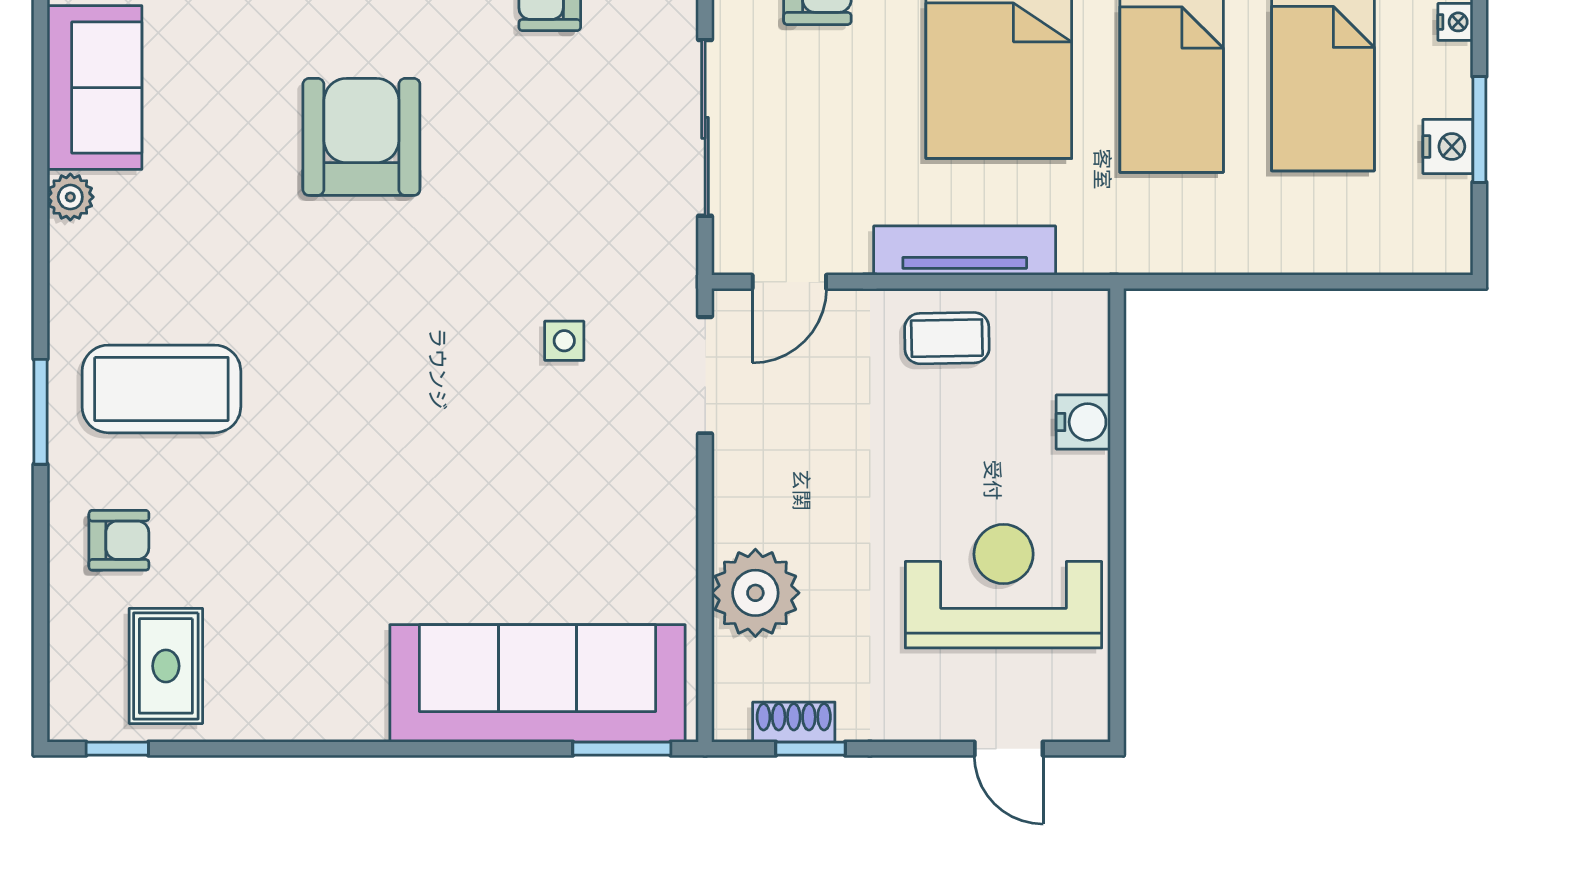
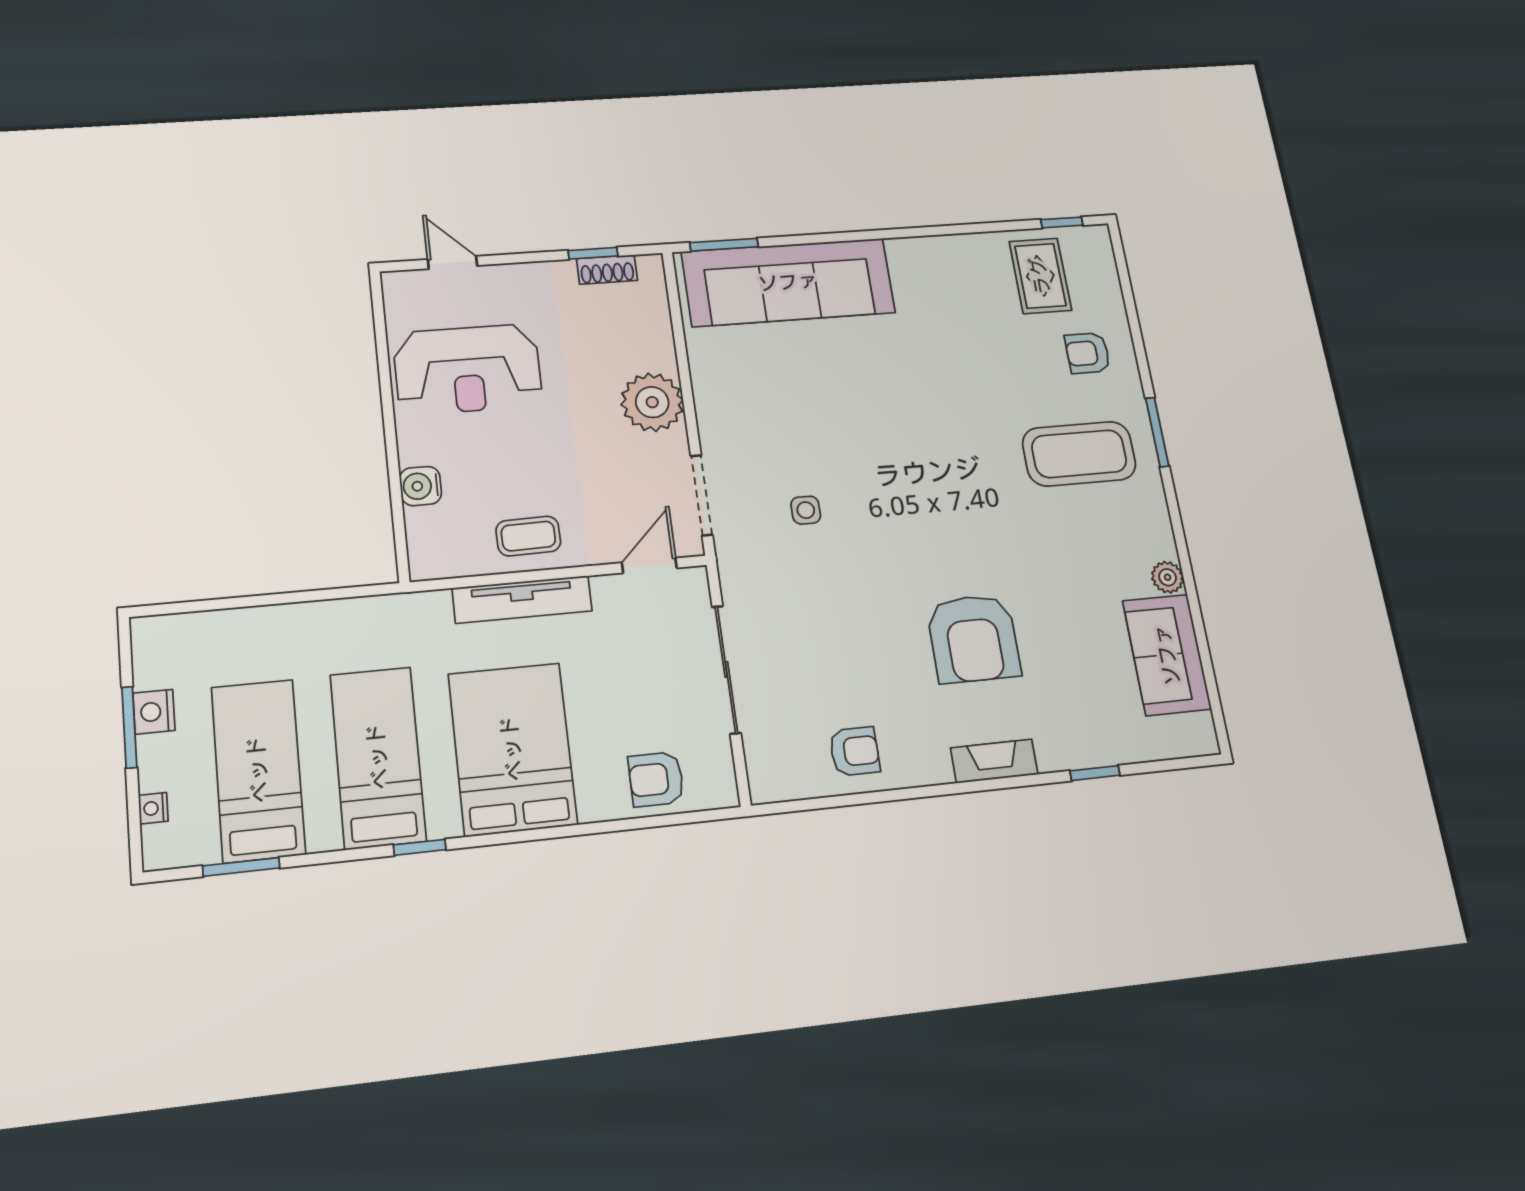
plant: (755, 593) -> (652, 402), moved

